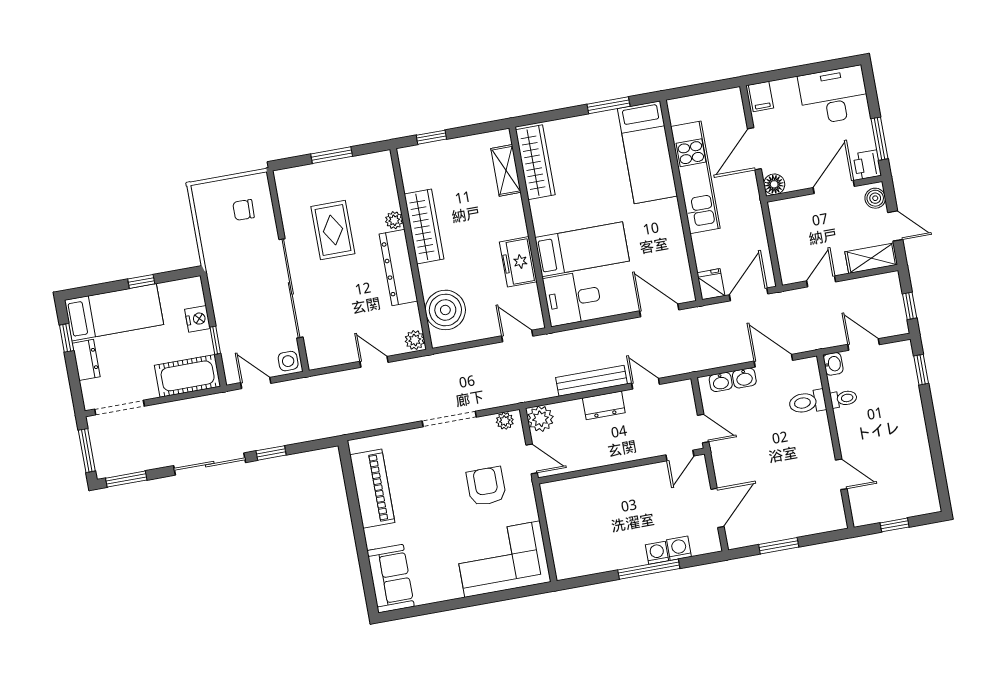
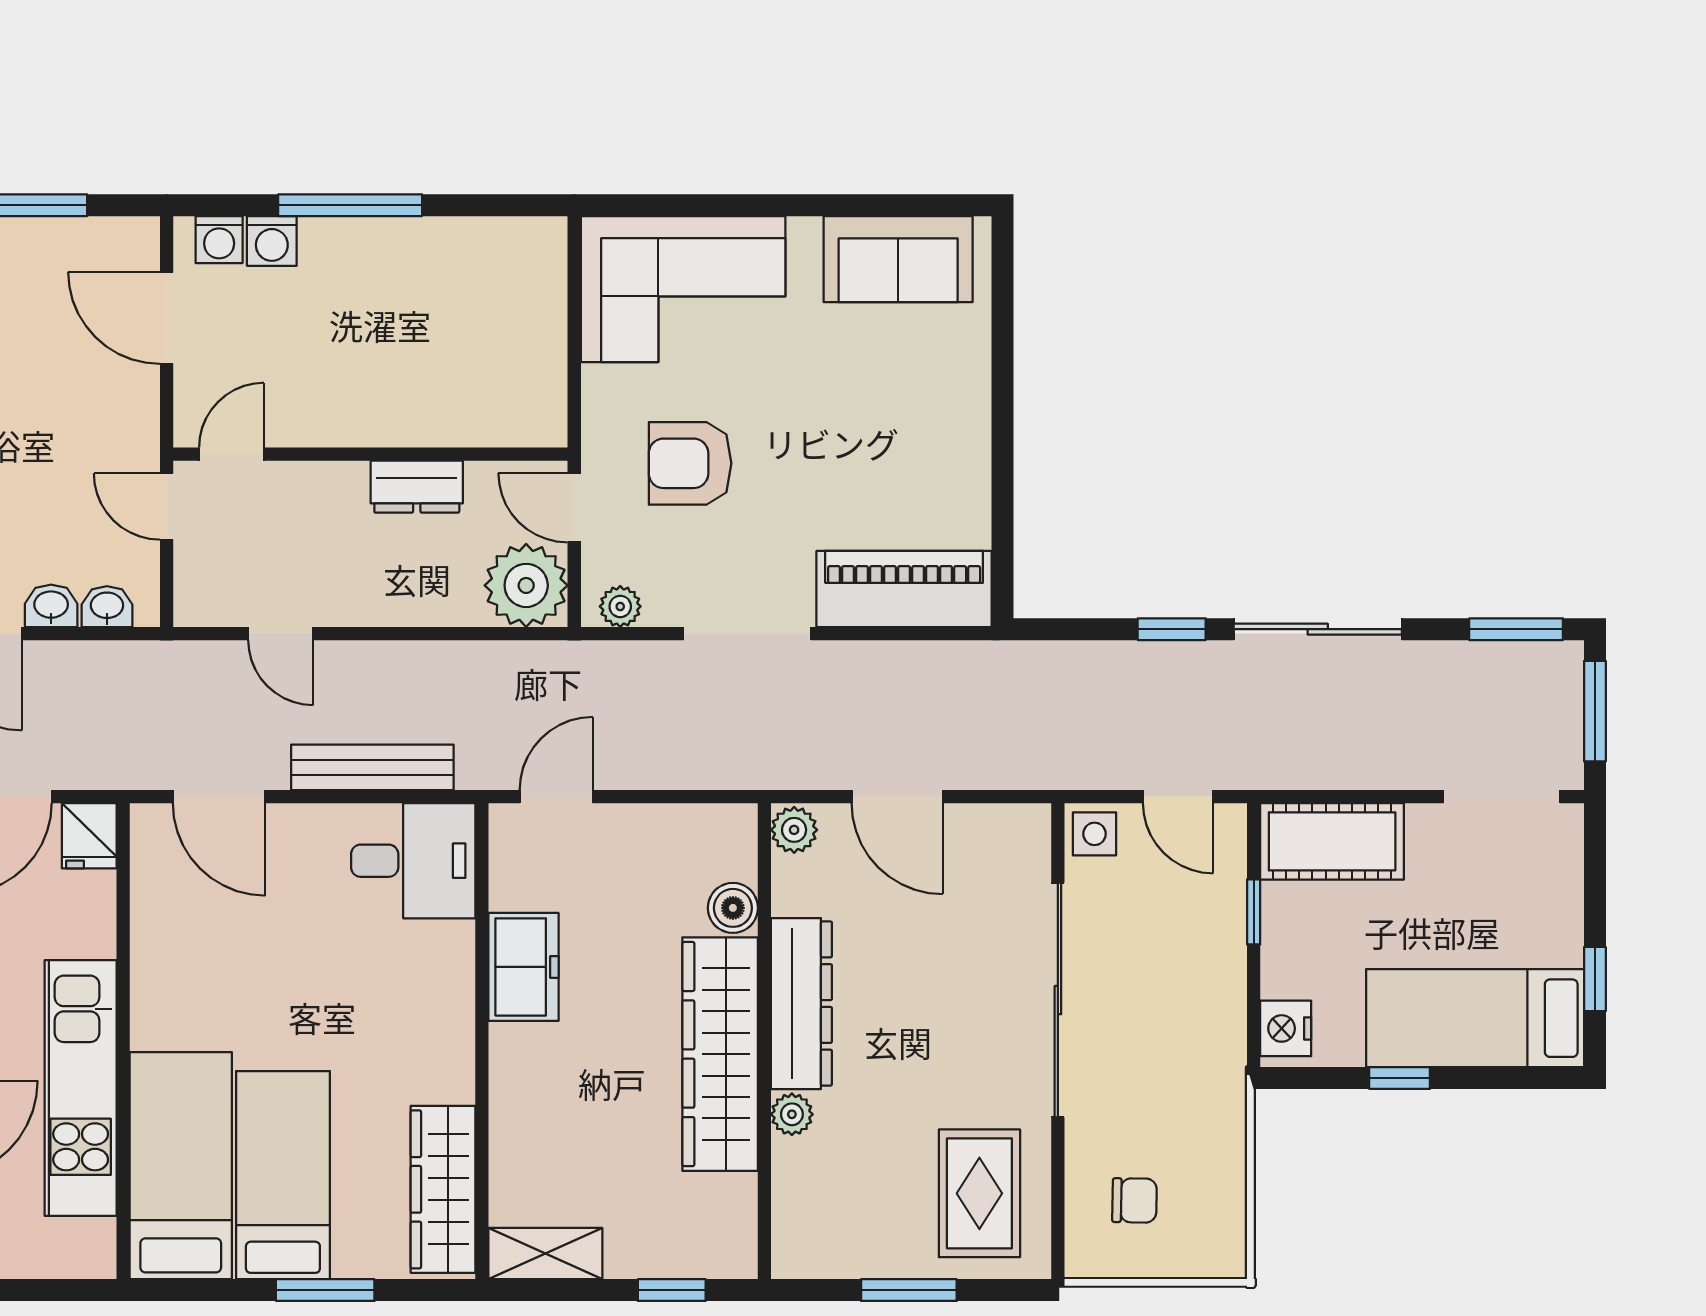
window: (608, 105) -> (325, 1290), moved
shelving: (506, 170) -> (545, 1254), moved, turned 90
wardrobe: (424, 226) -> (720, 1054), width x1.40, depth x1.17
rug: (333, 230) -> (979, 1193), moved
bed: (582, 249) -> (283, 1175), moved, turned 90
boiler: (445, 310) -> (733, 908), width x0.54, depth x0.54
nightstand: (197, 319) -> (1286, 1028), moved
door: (517, 336) -> (556, 797), swing flipped
dresser: (86, 360) -> (1559, 920), removed
door: (374, 362) -> (897, 797), width x1.38
bench: (592, 381) -> (372, 767), moved
dresser: (604, 405) -> (417, 487), moved, turned 180
plant: (540, 419) -> (526, 585), width x1.36, depth x1.36
armchair: (486, 486) -> (690, 463), turned 90
piano: (372, 489) -> (904, 589), moved, turned 90
door: (717, 508) -> (167, 318), hinge flipped
washing machine: (657, 553) -> (219, 240), moved
sofa: (391, 579) -> (898, 259), moved, turned -90

